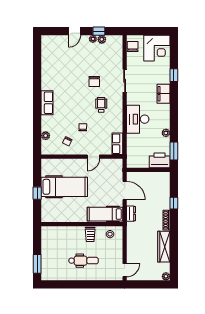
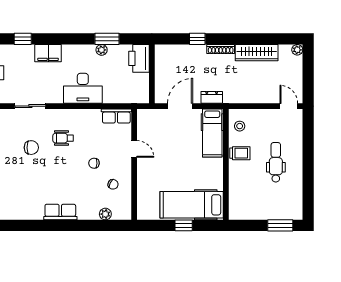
window: (174, 151) -> (107, 39), moved
hospital bed: (64, 187) -> (192, 205), moved, turned -90

